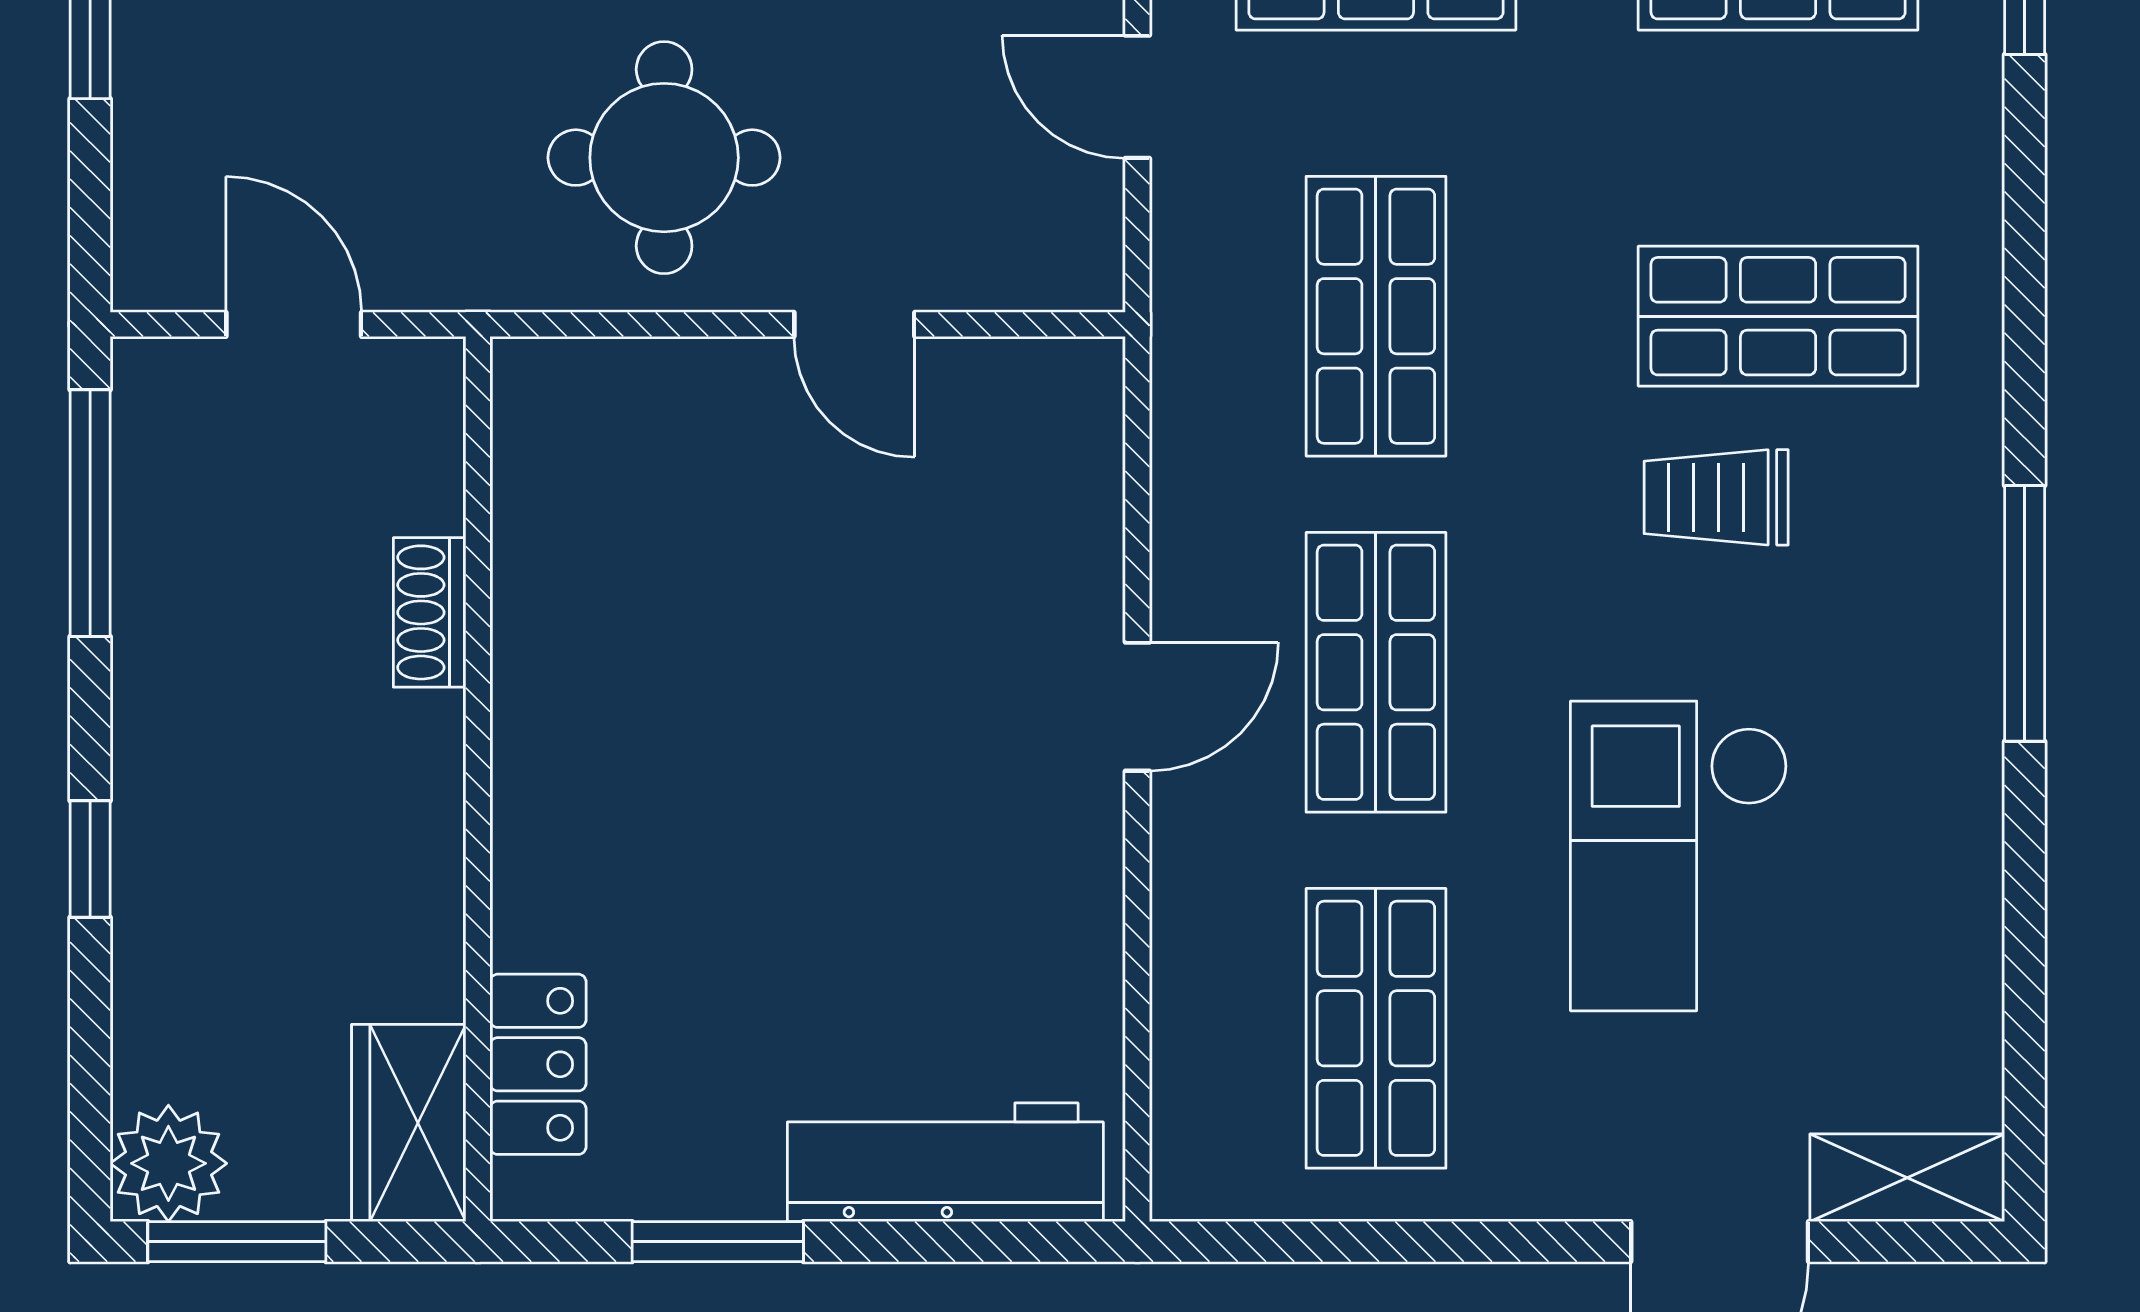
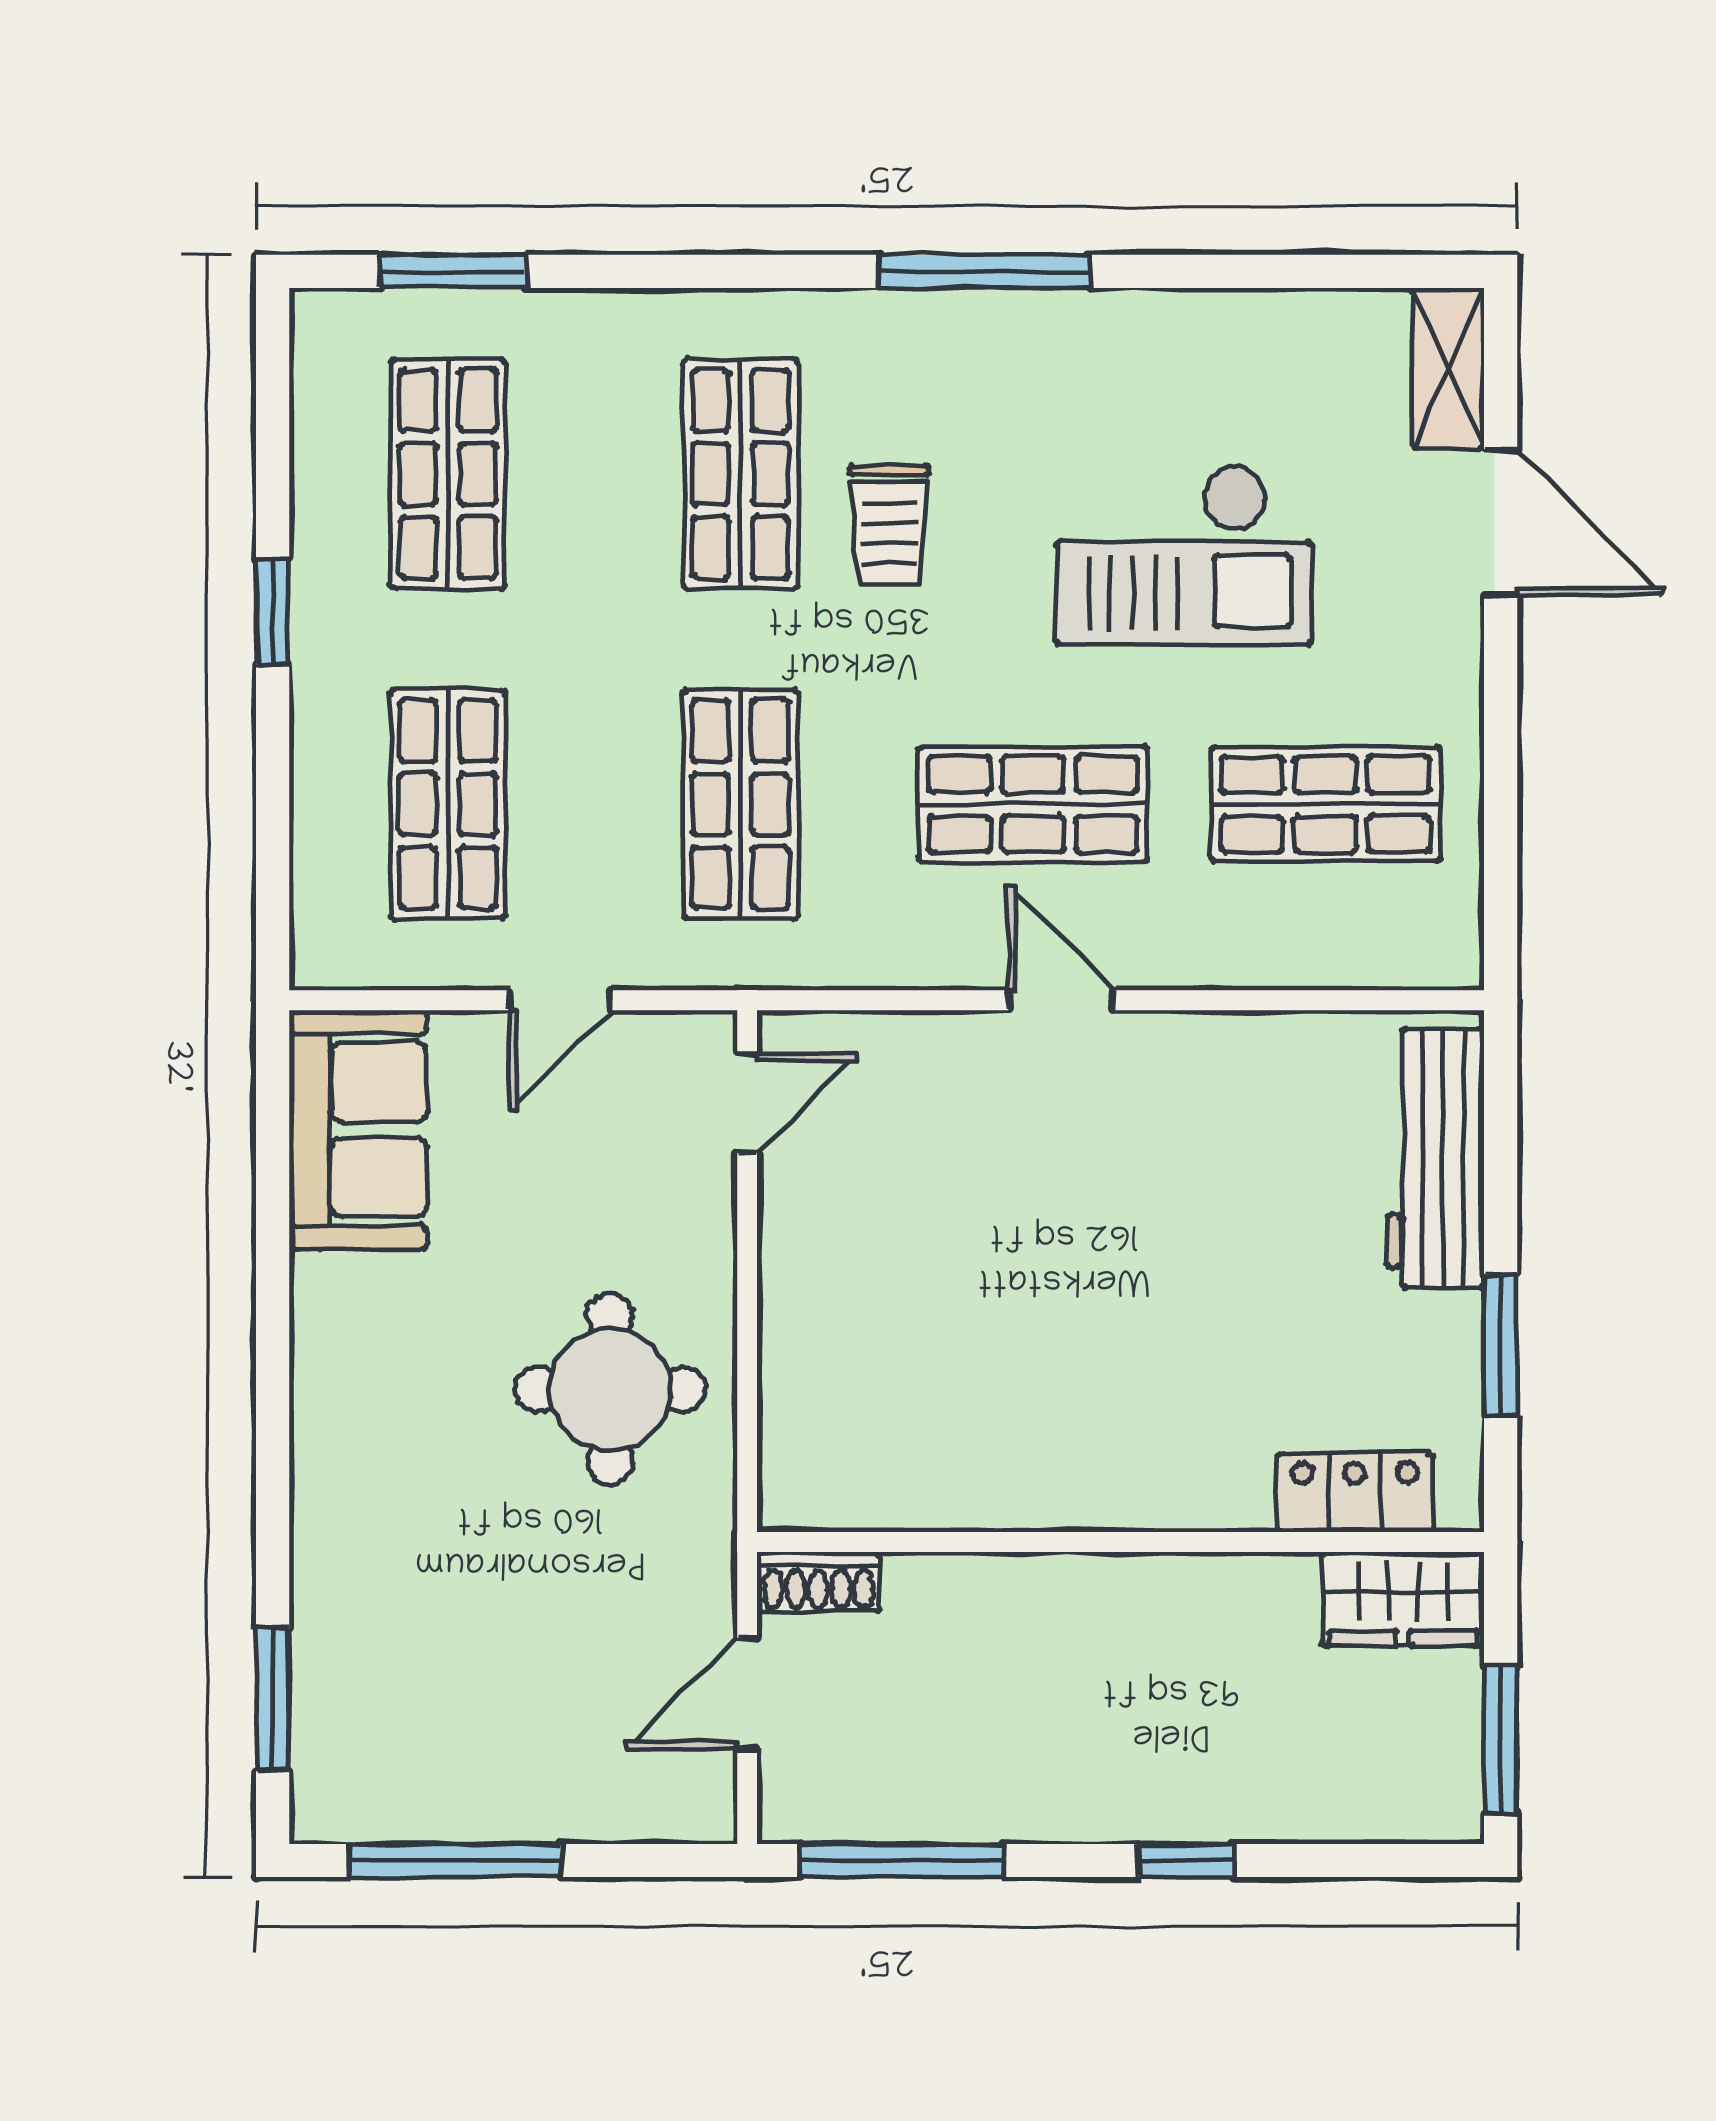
shop shelf: (1376, 316) -> (740, 804), turned 90
door: (854, 324) -> (747, 1103), moved
shoe rack: (430, 612) -> (818, 1582), moved
plant: (168, 1163) -> (1436, 1796), removed

